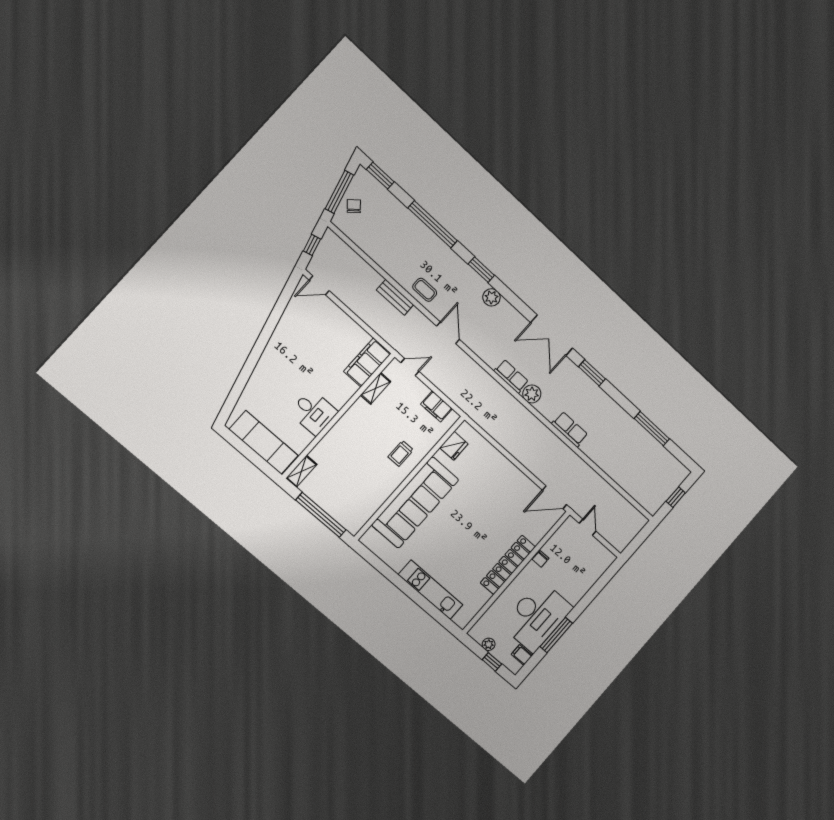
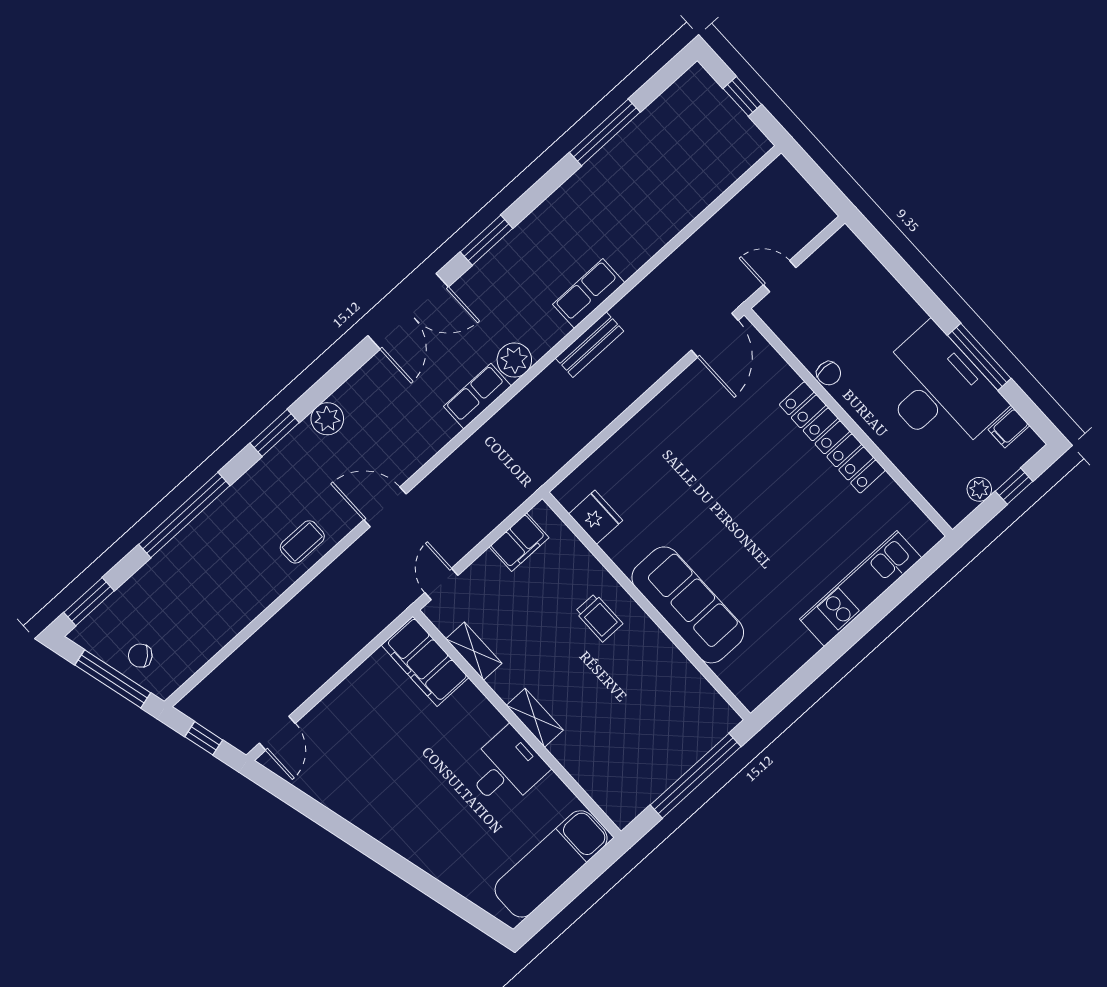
bench: (395, 297) -> (590, 345), moved
shelving: (301, 471) -> (535, 718), moved
sofa: (415, 502) -> (688, 605), width x0.74, depth x0.79

